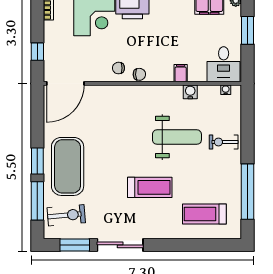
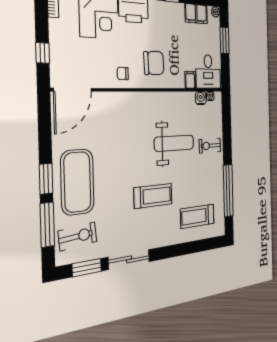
filing cabinet: (181, 73) -> (190, 80), moved
chair: (139, 74) -> (154, 63), moved, width x1.87, depth x1.87
water cooler: (190, 92) -> (201, 98), moved

